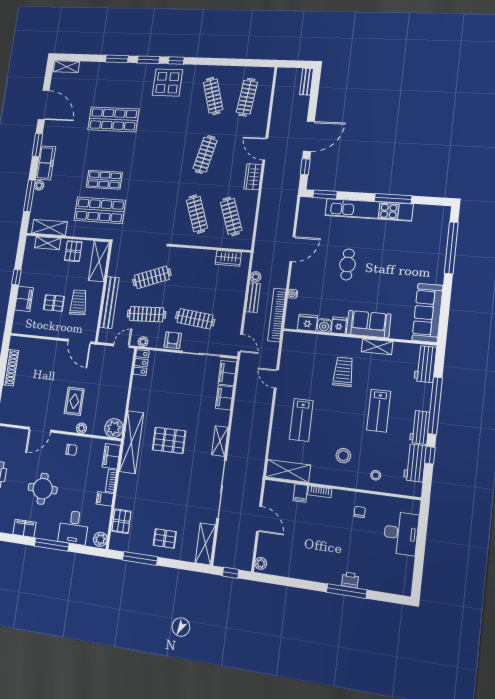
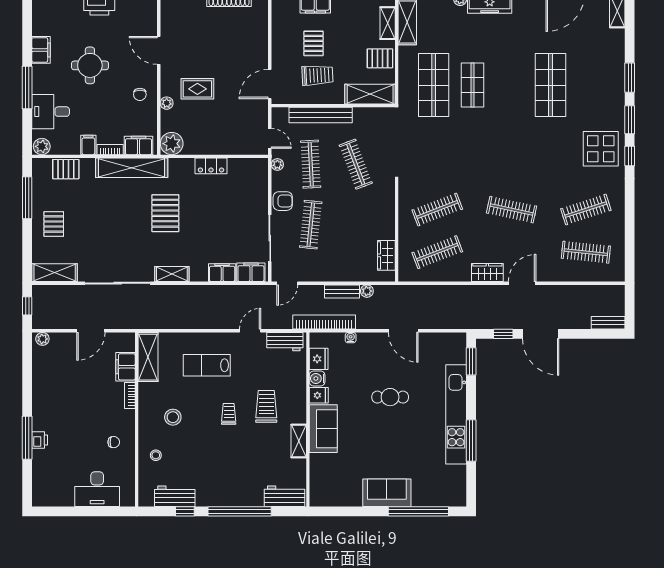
sofa: (428, 313) -> (387, 493), moved, width x0.73
locker: (141, 363) -> (211, 166), moved
trolley: (343, 372) -> (266, 406), turned -90
trolley: (346, 406) -> (229, 414), added
lab bench: (379, 411) -> (227, 451), removed
workbench: (420, 427) -> (285, 342), moved, turned 180
shelving: (131, 442) -> (132, 168), moved
filing cabinet: (300, 493) -> (125, 367), width x2.00

